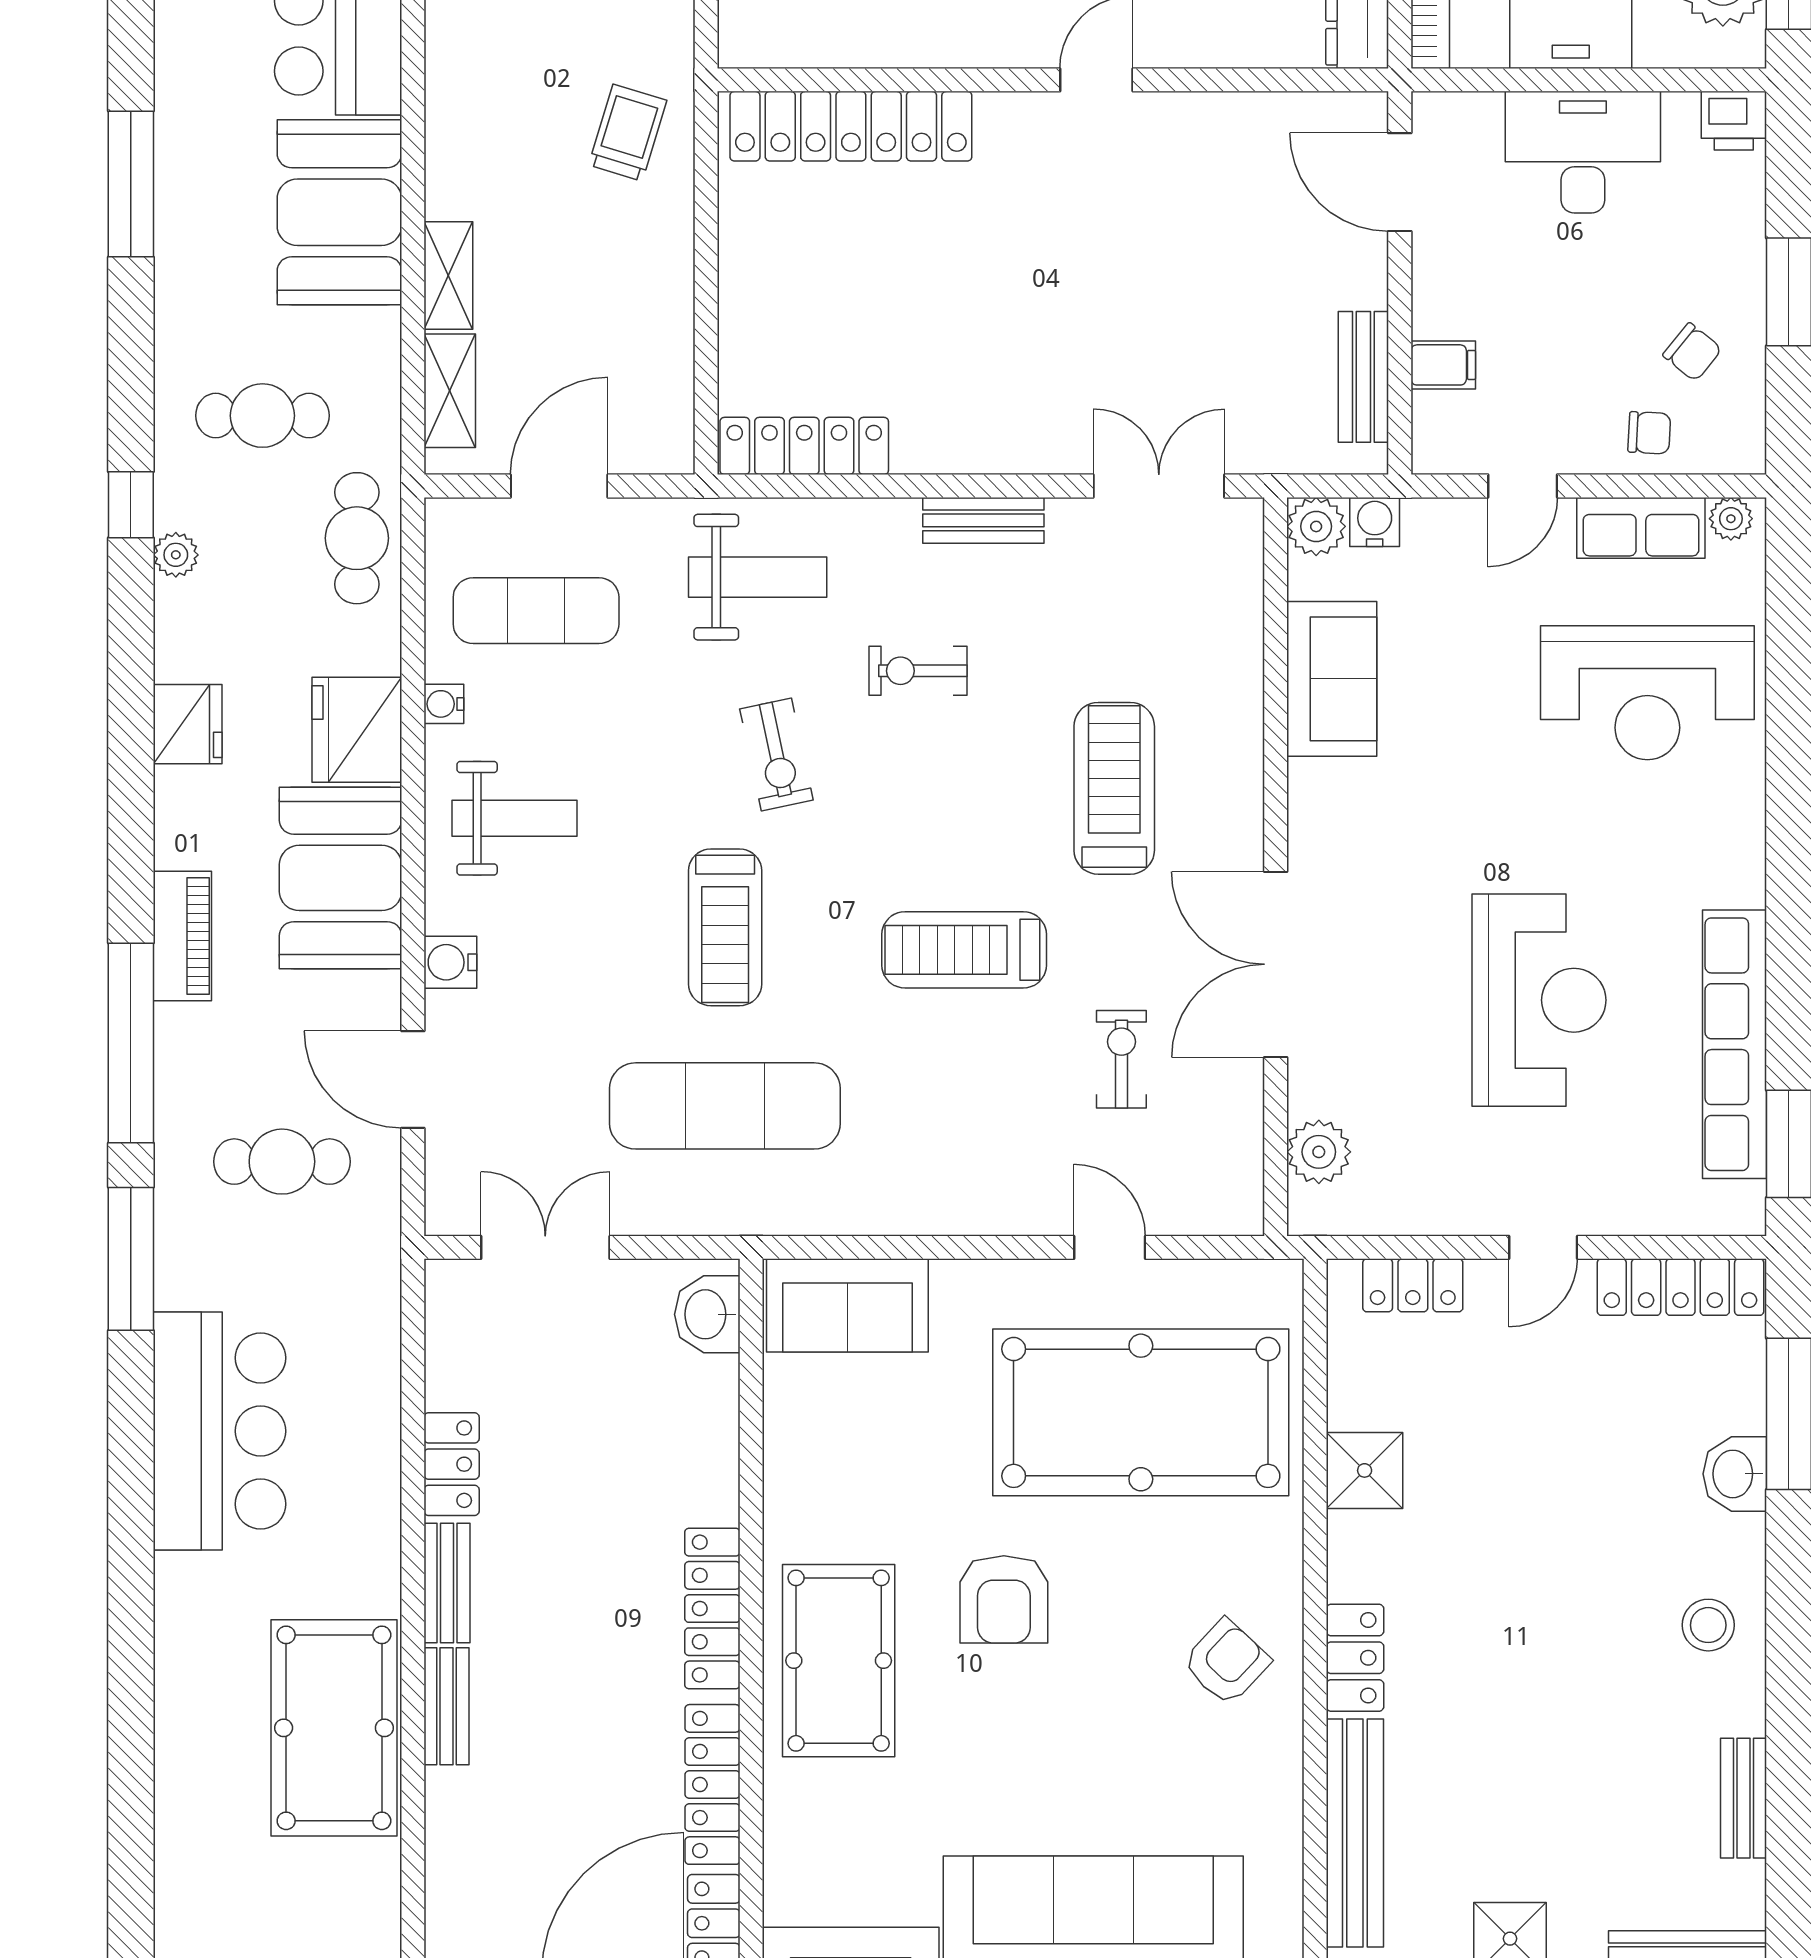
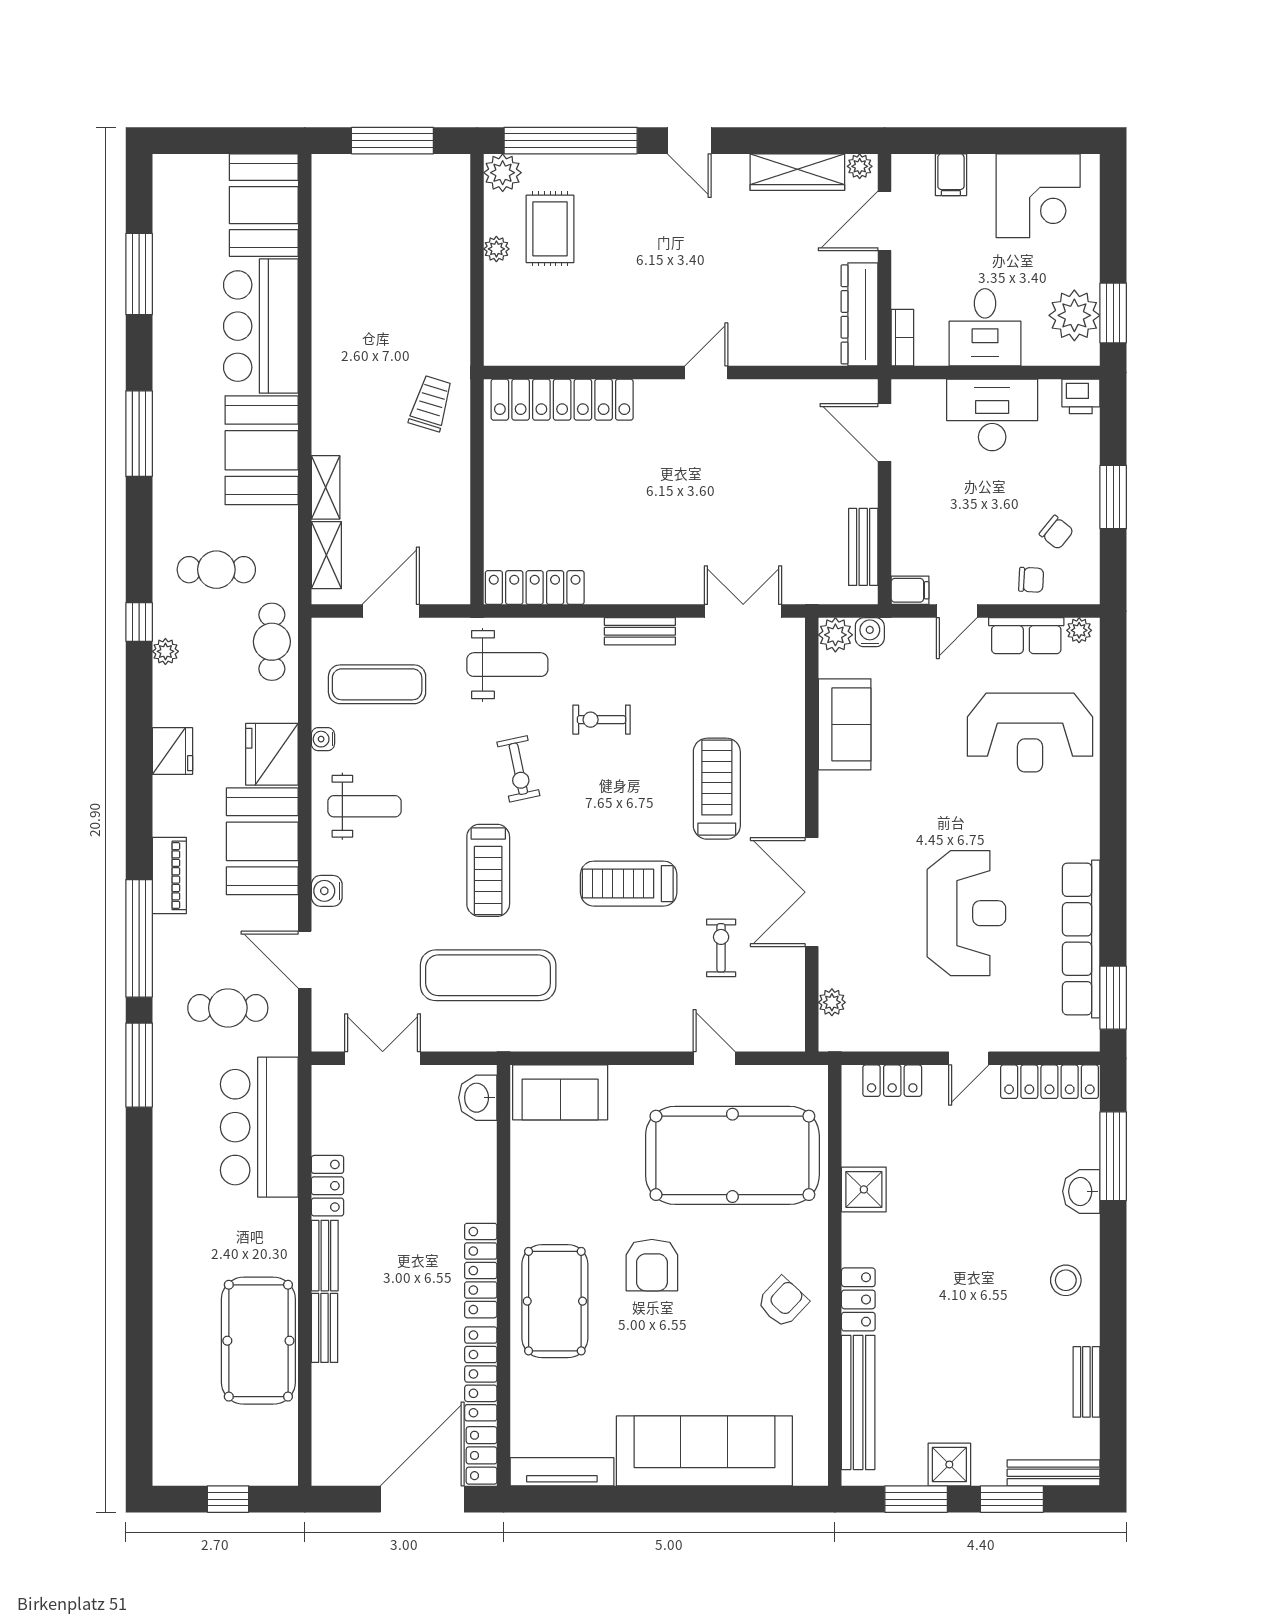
filing cabinet: (1443, 365) -> (910, 590), moved
plant: (1319, 1152) -> (832, 1002), width x0.73, depth x0.73
bar counter: (220, 1431) -> (259, 1127), moved, turned 180

